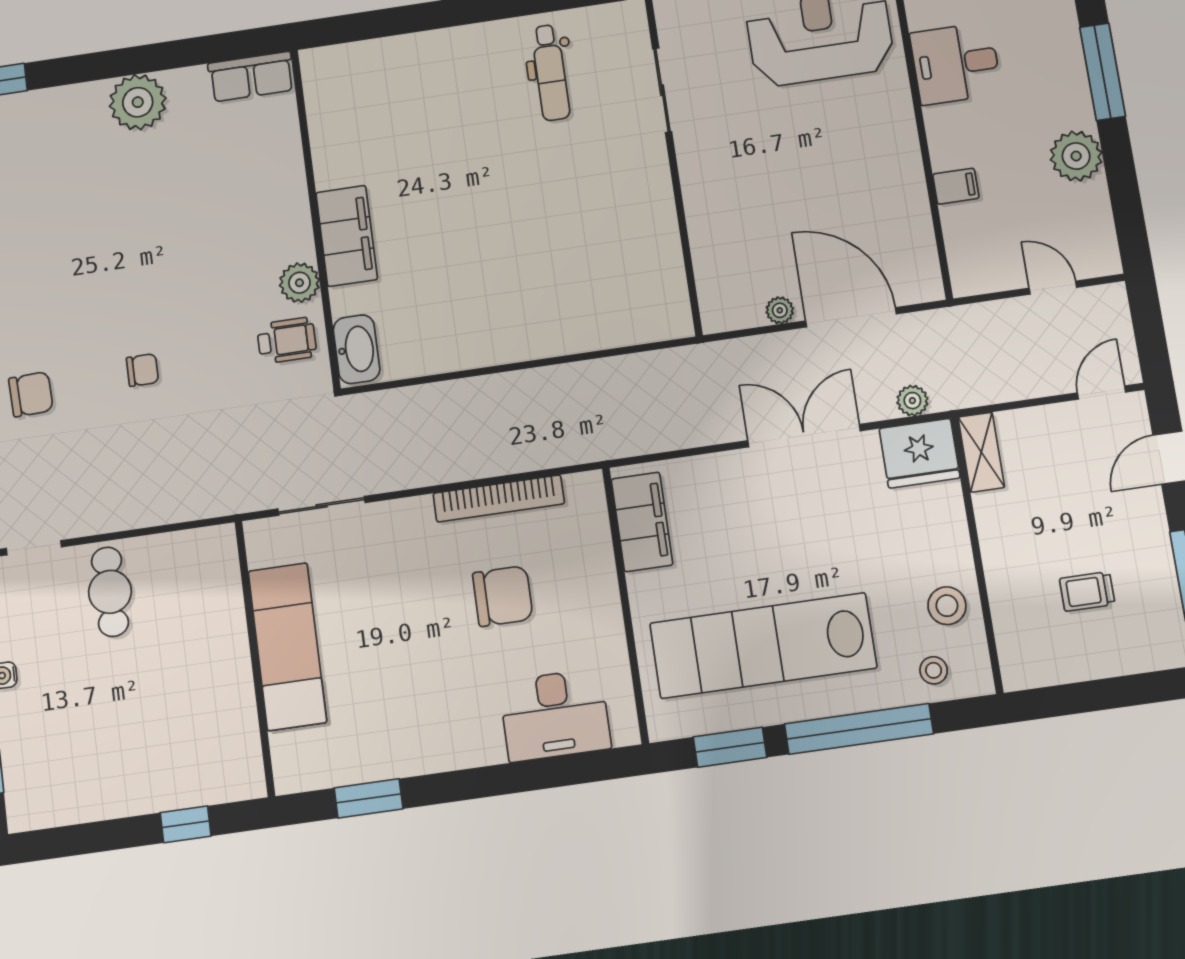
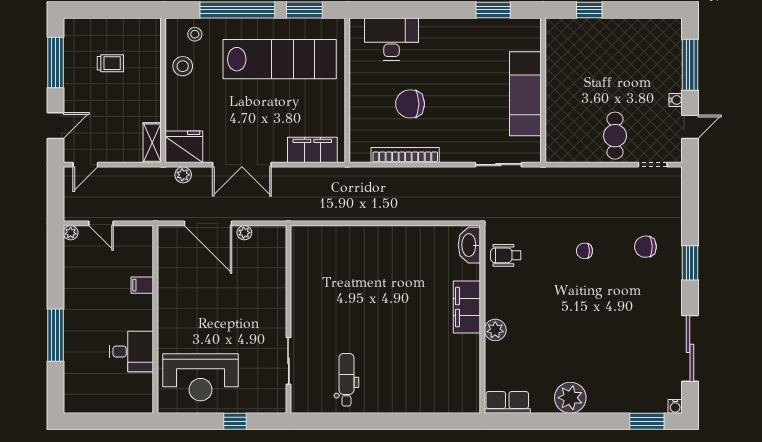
plant: (1076, 156) -> (71, 233), moved, width x0.53, depth x0.53
plant: (299, 283) -> (495, 330), moved
filing cabinet: (642, 522) -> (312, 150), moved, turned 90

